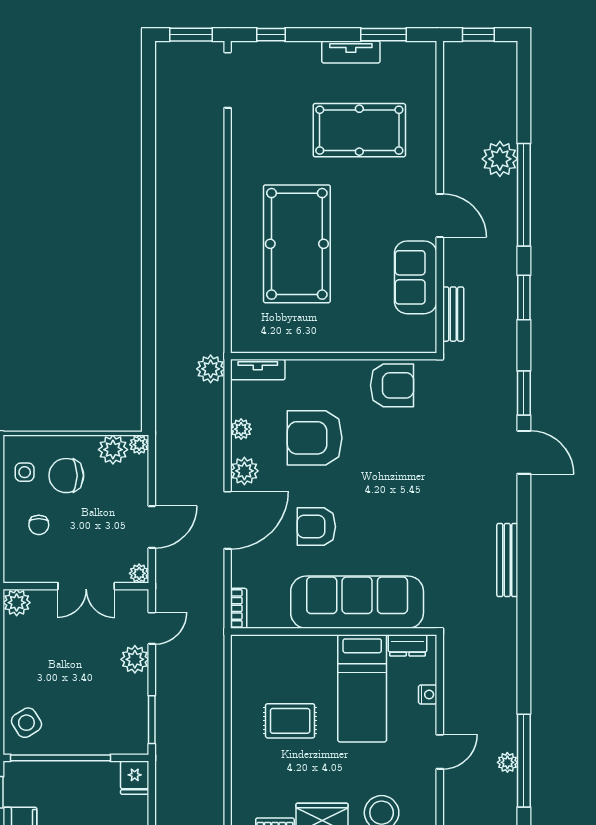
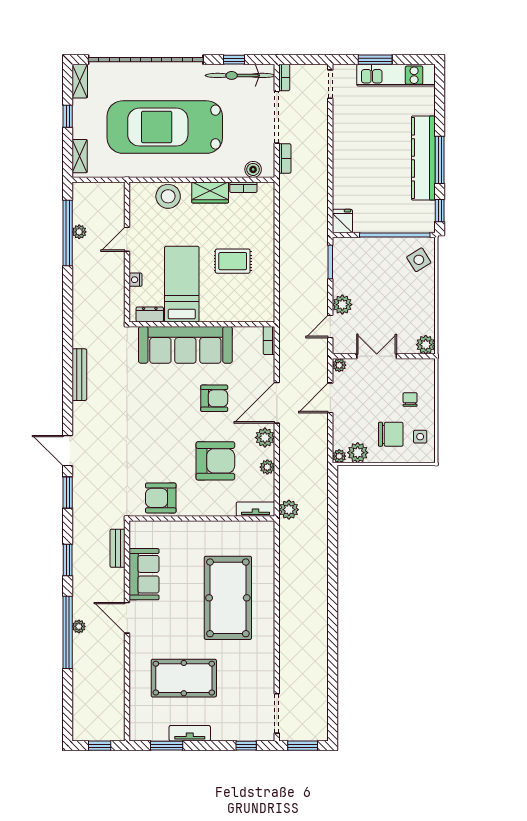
plant: (500, 159) -> (79, 626), moved, width x0.53, depth x0.53

